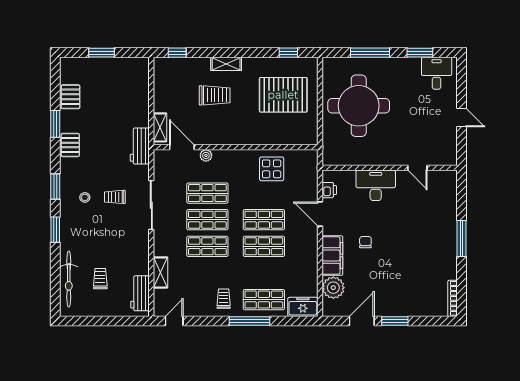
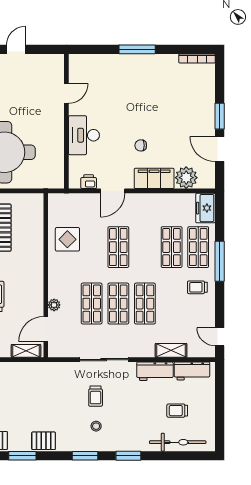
workbench: (140, 146) -> (155, 371), moved
shop shelf: (264, 246) -> (172, 247), moved

